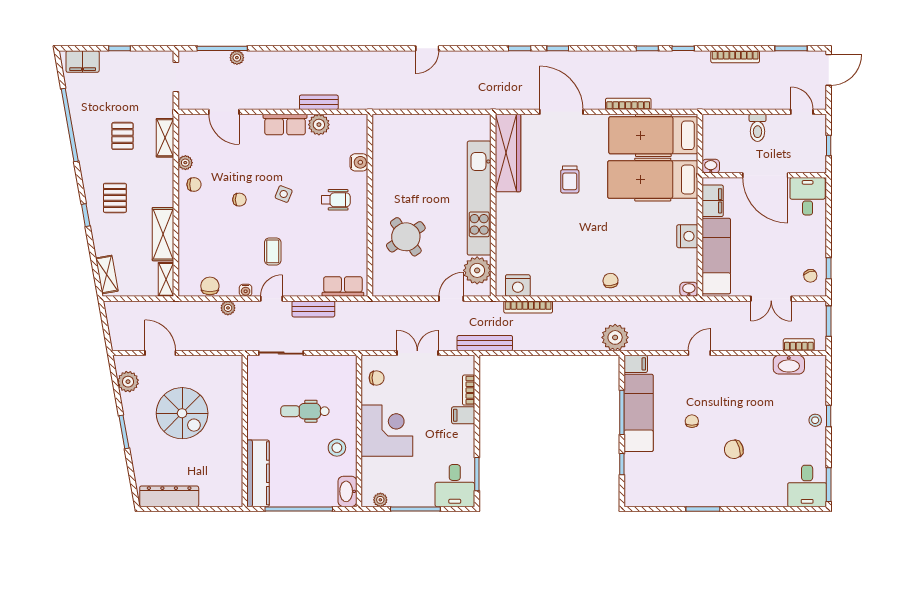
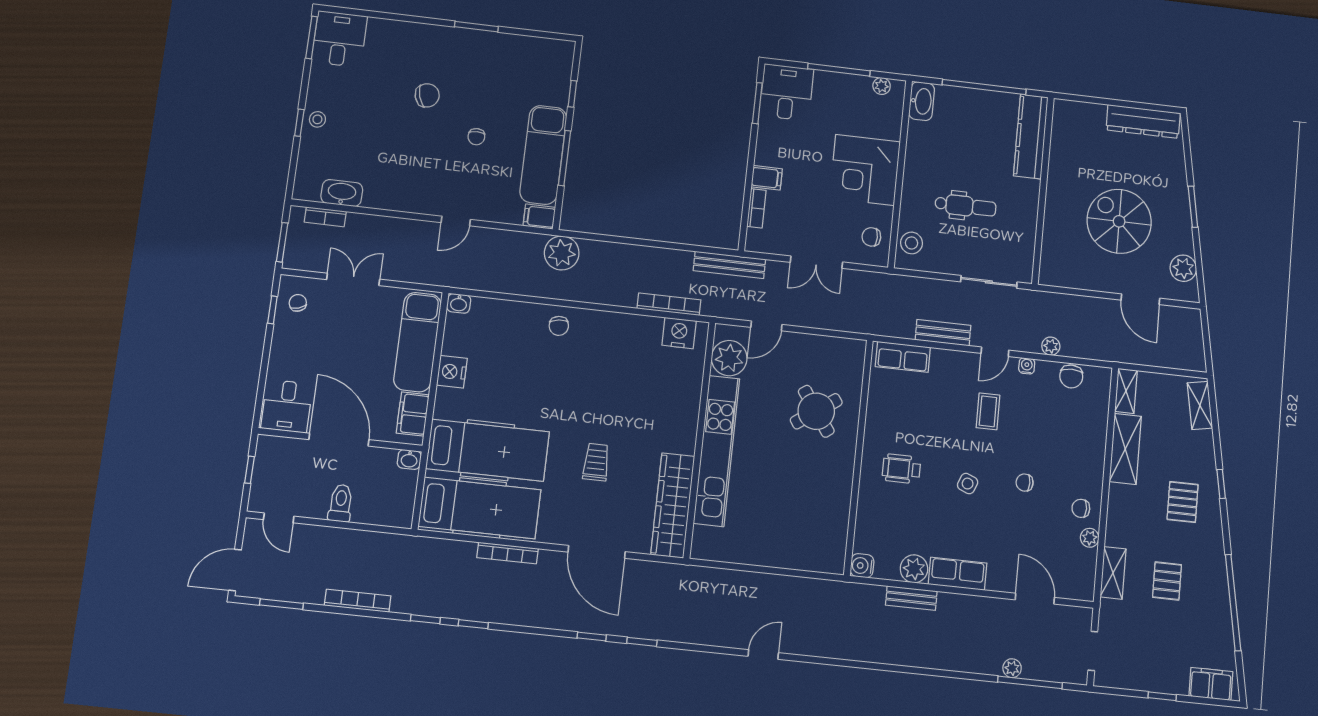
water cooler: (359, 162) -> (862, 566), moved
stool: (337, 448) -> (912, 243), moved

